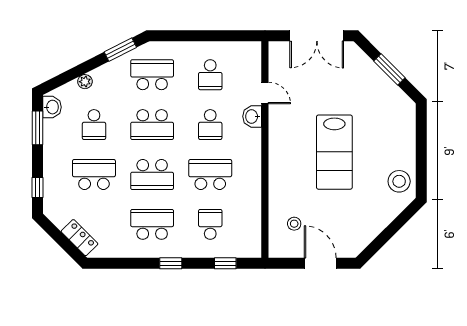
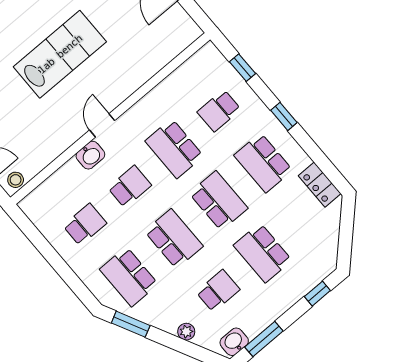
door: (265, 93) -> (102, 125), moved
stool: (294, 224) -> (16, 180), moved
locker: (79, 238) -> (320, 185), moved, turned -45

